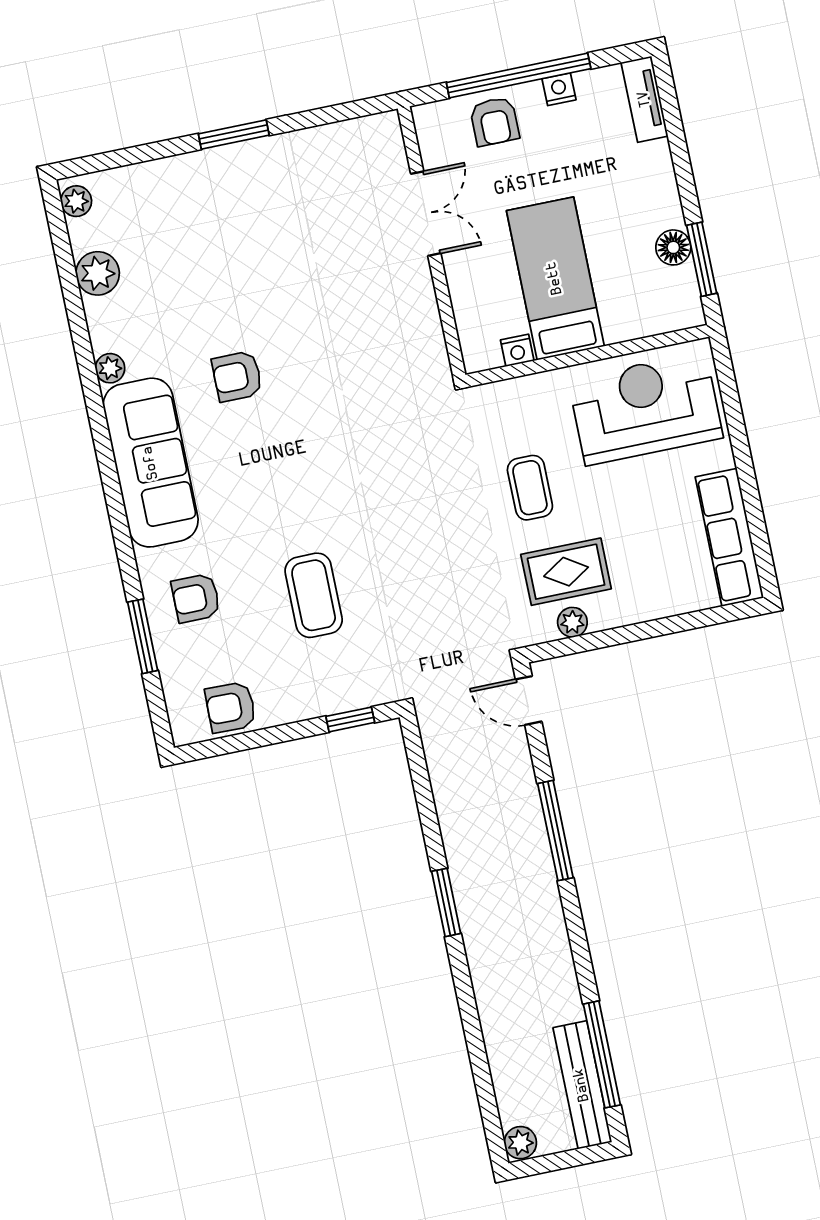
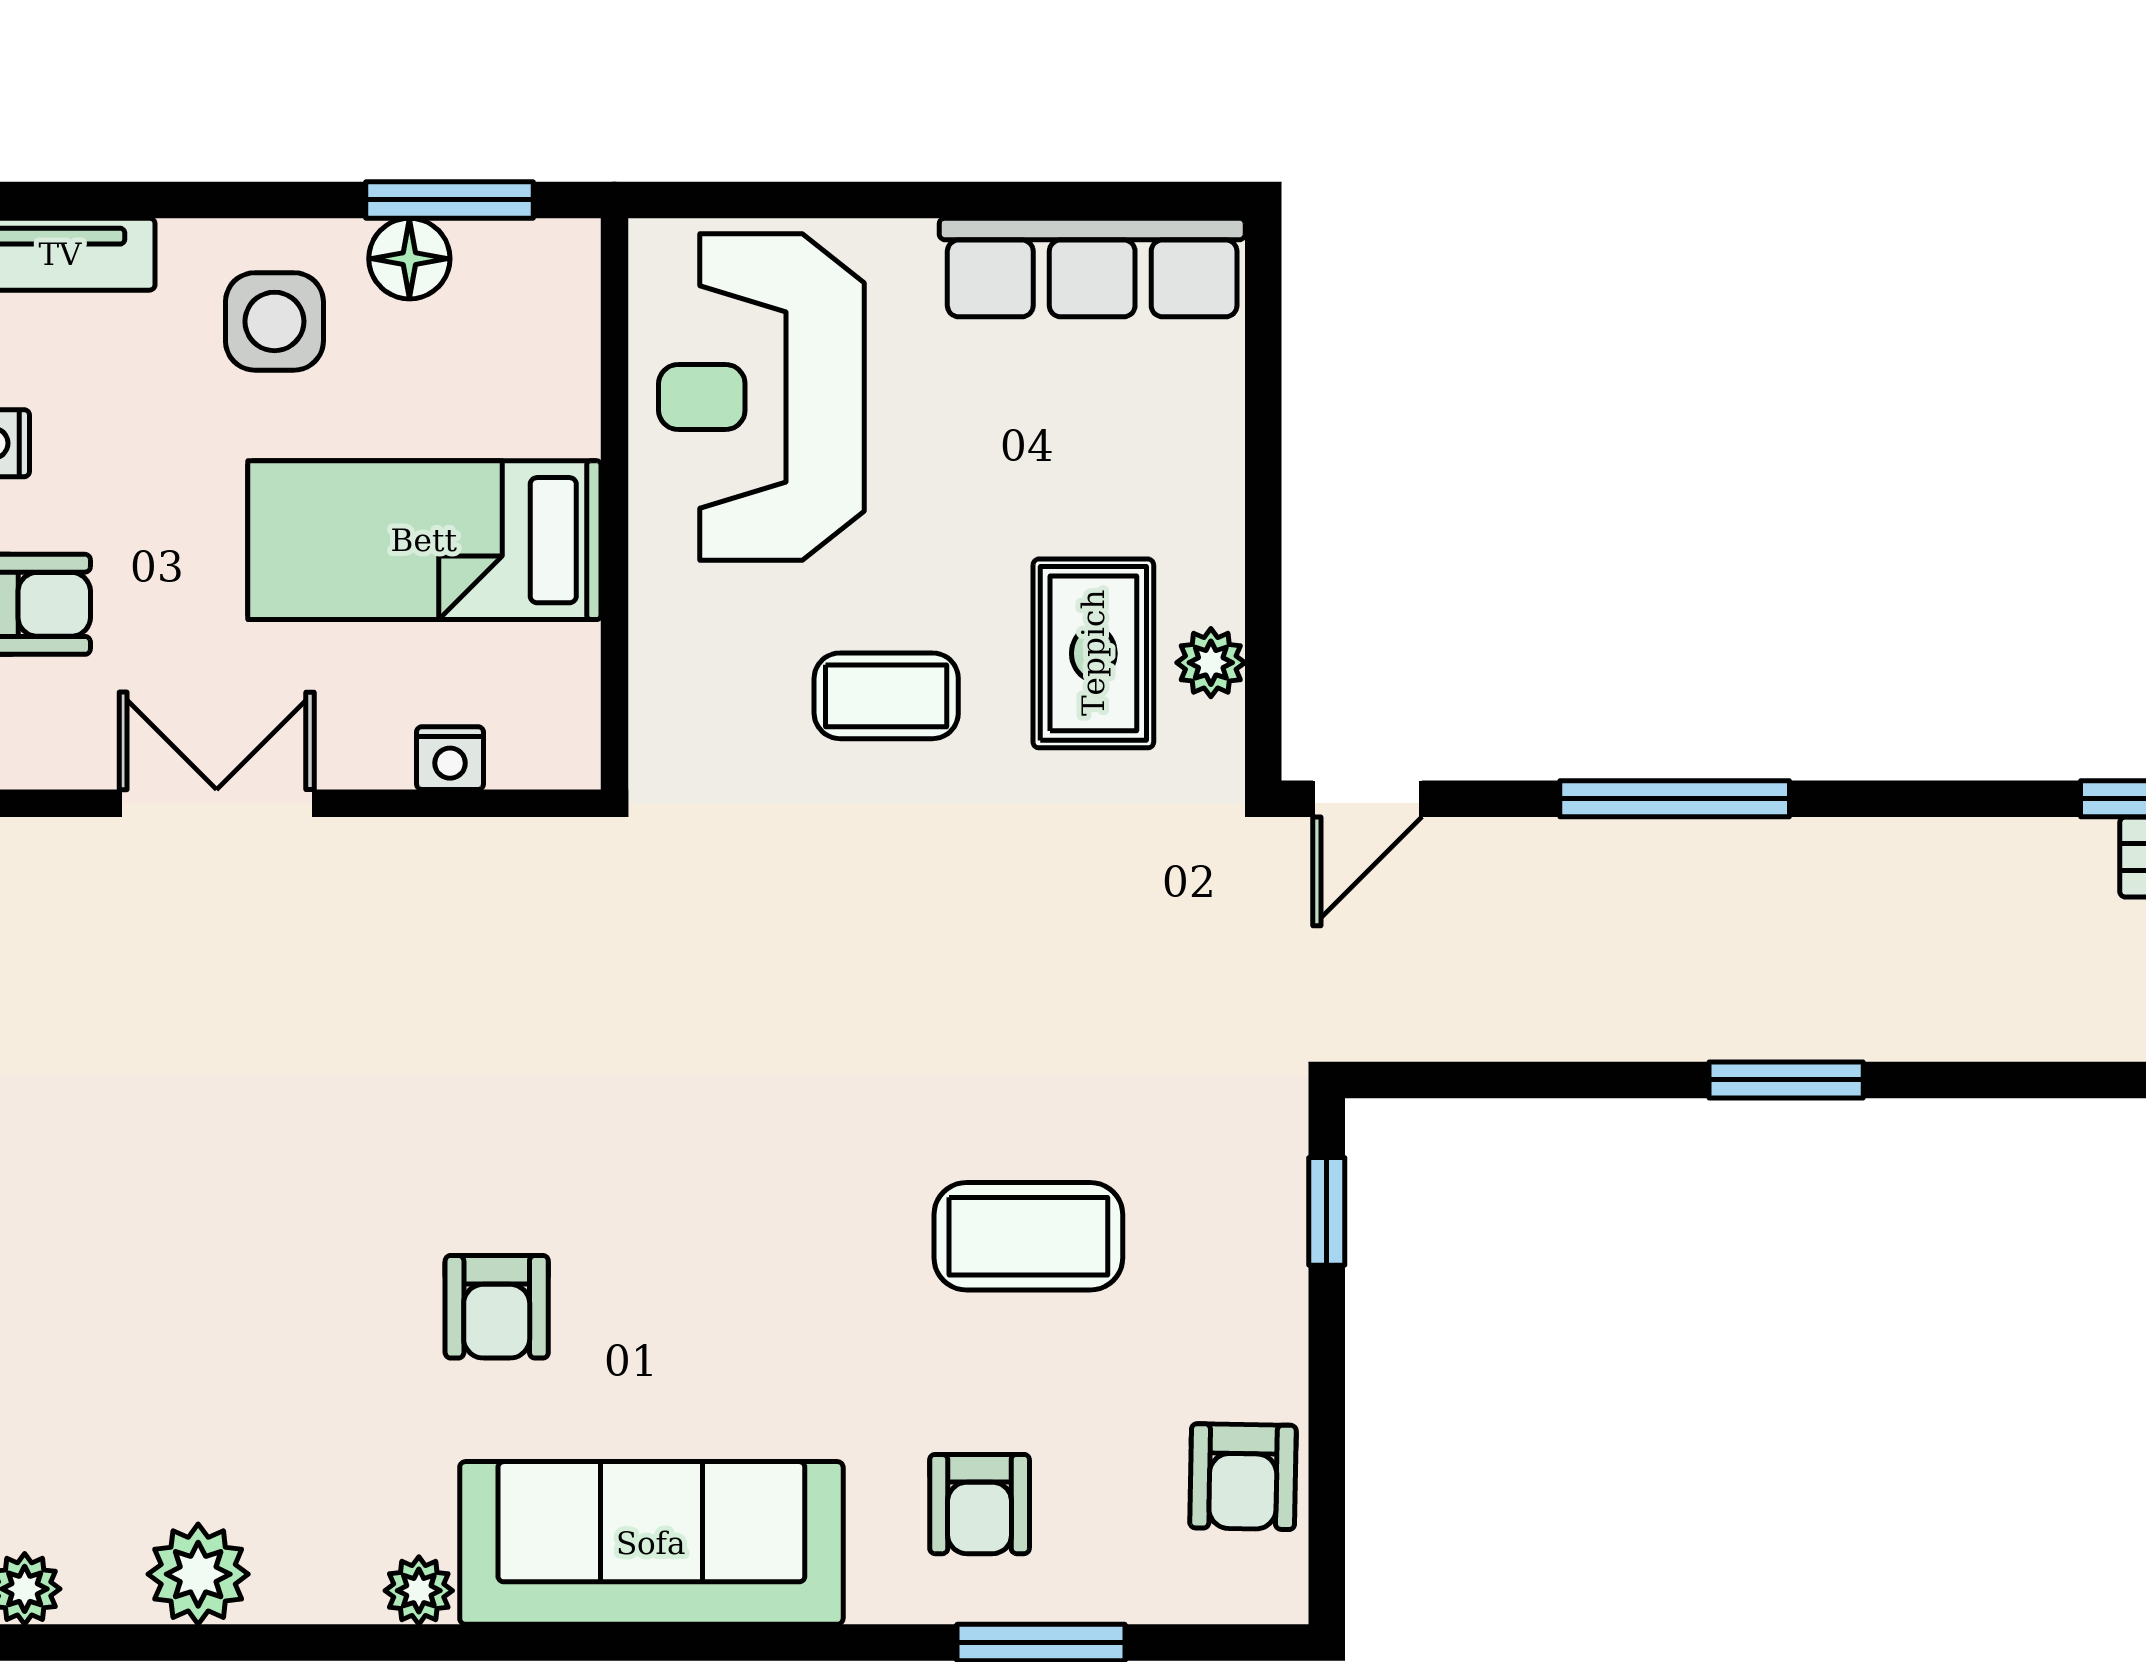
side table: (635, 196) -> (274, 321), added
nightstand: (517, 350) -> (450, 758), moved, turned 90

